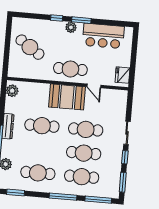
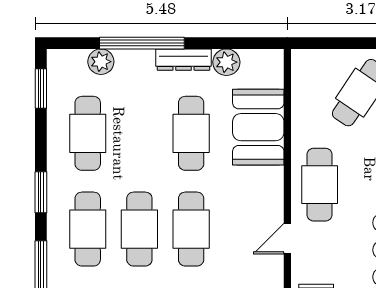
plant: (12, 91) -> (226, 62), moved
booth: (67, 97) -> (258, 127), moved
window: (63, 197) -> (41, 192), width x0.69

